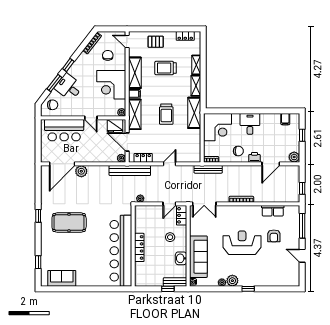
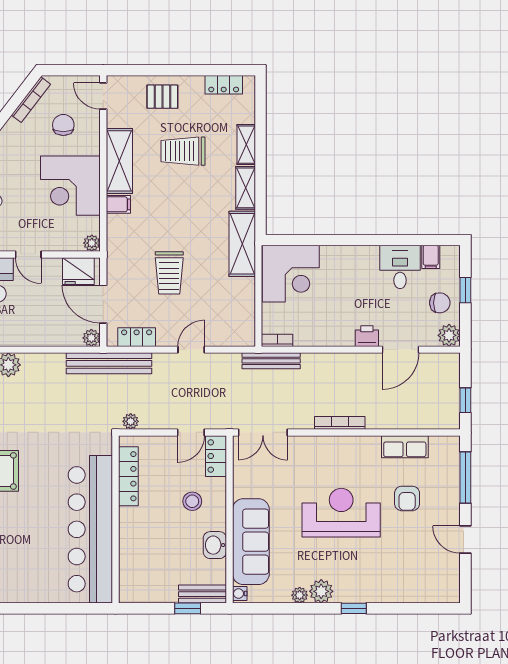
shelving: (135, 114) -> (119, 247), removed
trolley: (166, 114) -> (169, 273), moved
desk: (250, 124) -> (400, 267), moved
chair: (238, 151) -> (440, 303), moved
locker: (139, 247) -> (128, 476), moved

